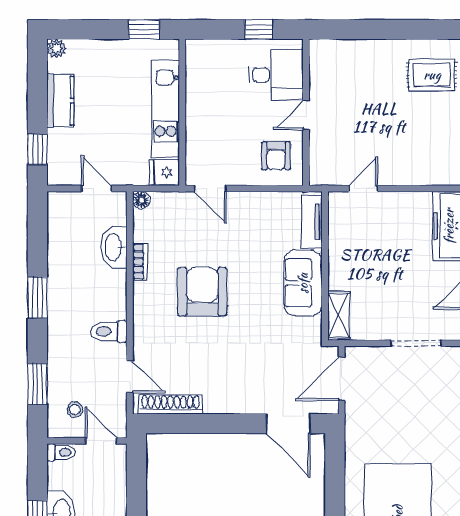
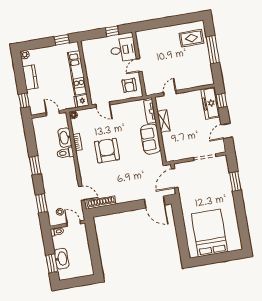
shelving: (339, 315) -> (164, 121), moved
toilet: (109, 331) -> (65, 153), moved

